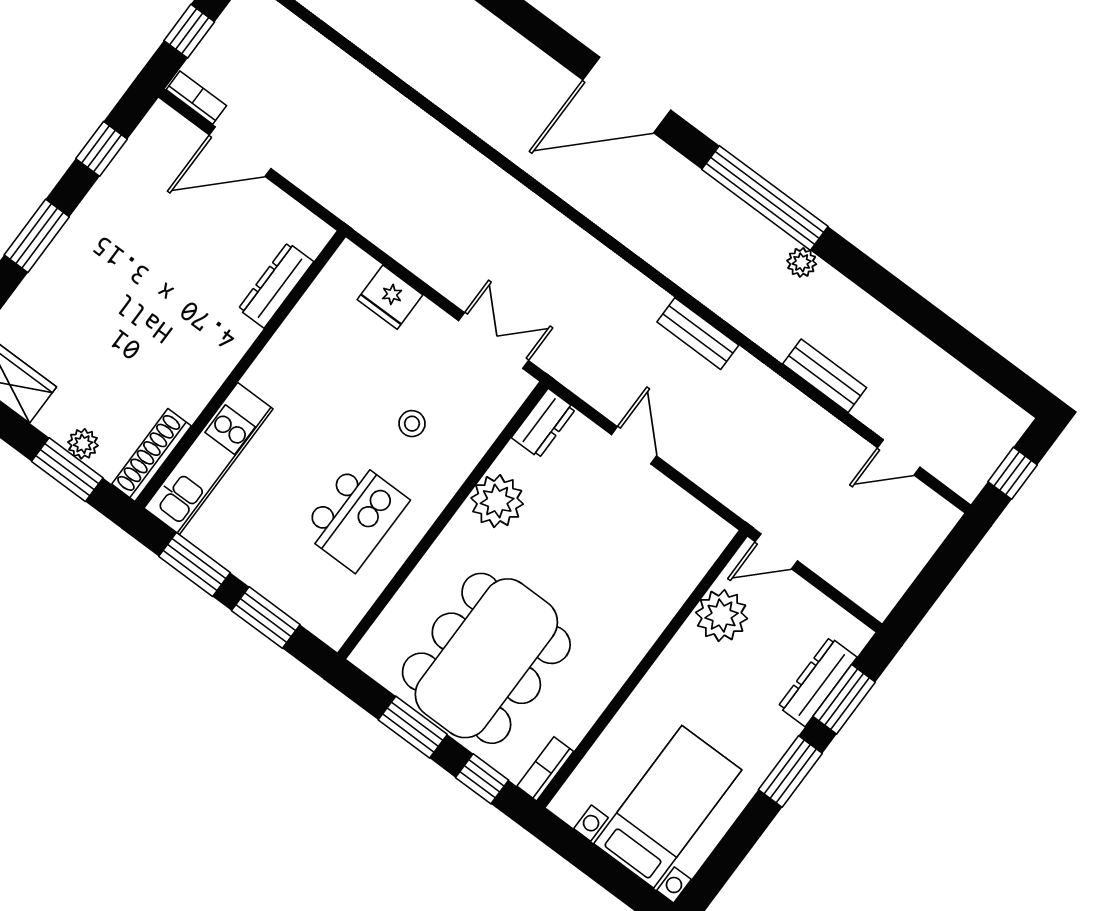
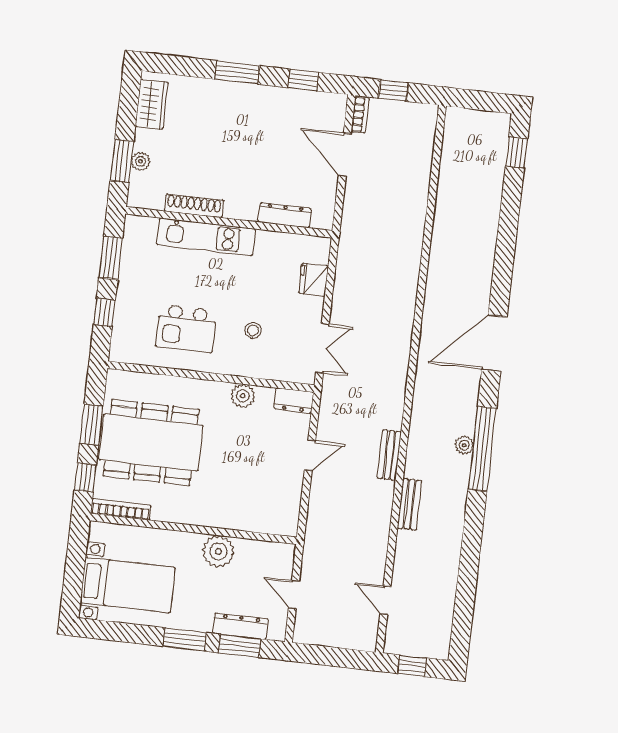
door: (627, 95) -> (494, 343), hinge flipped
plant: (802, 262) -> (464, 445), moved
bench: (825, 376) -> (410, 504), moved
shoe rack: (151, 455) -> (194, 206), moved
kitchen unit: (208, 459) -> (206, 237), moved
plant: (497, 501) -> (243, 396), width x0.73, depth x0.73
door: (776, 551) -> (294, 594), moved
plant: (722, 616) -> (218, 551), moved
window: (266, 618) -> (104, 312), width x0.67
bookcase: (545, 769) -> (121, 509), width x1.56

